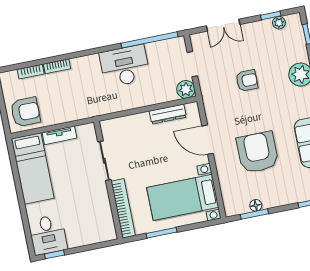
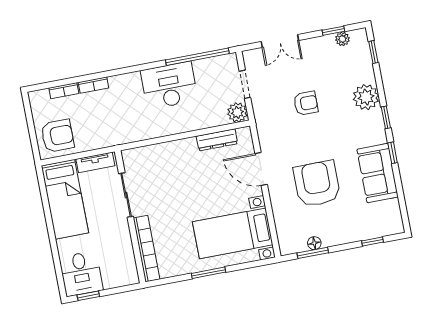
sliding door: (104, 161) -> (126, 195), moved
wall: (108, 180) -> (130, 217), moved
bookcase: (123, 208) -> (147, 249), moved

